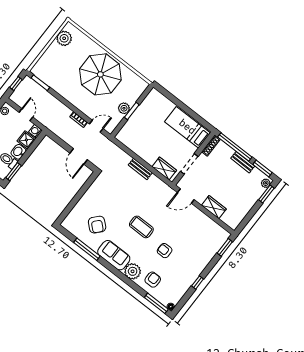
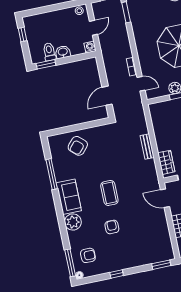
shower: (26, 140) -> (77, 48), removed
armchair: (97, 225) -> (78, 146), moved
armchair: (153, 280) -> (88, 255), moved

